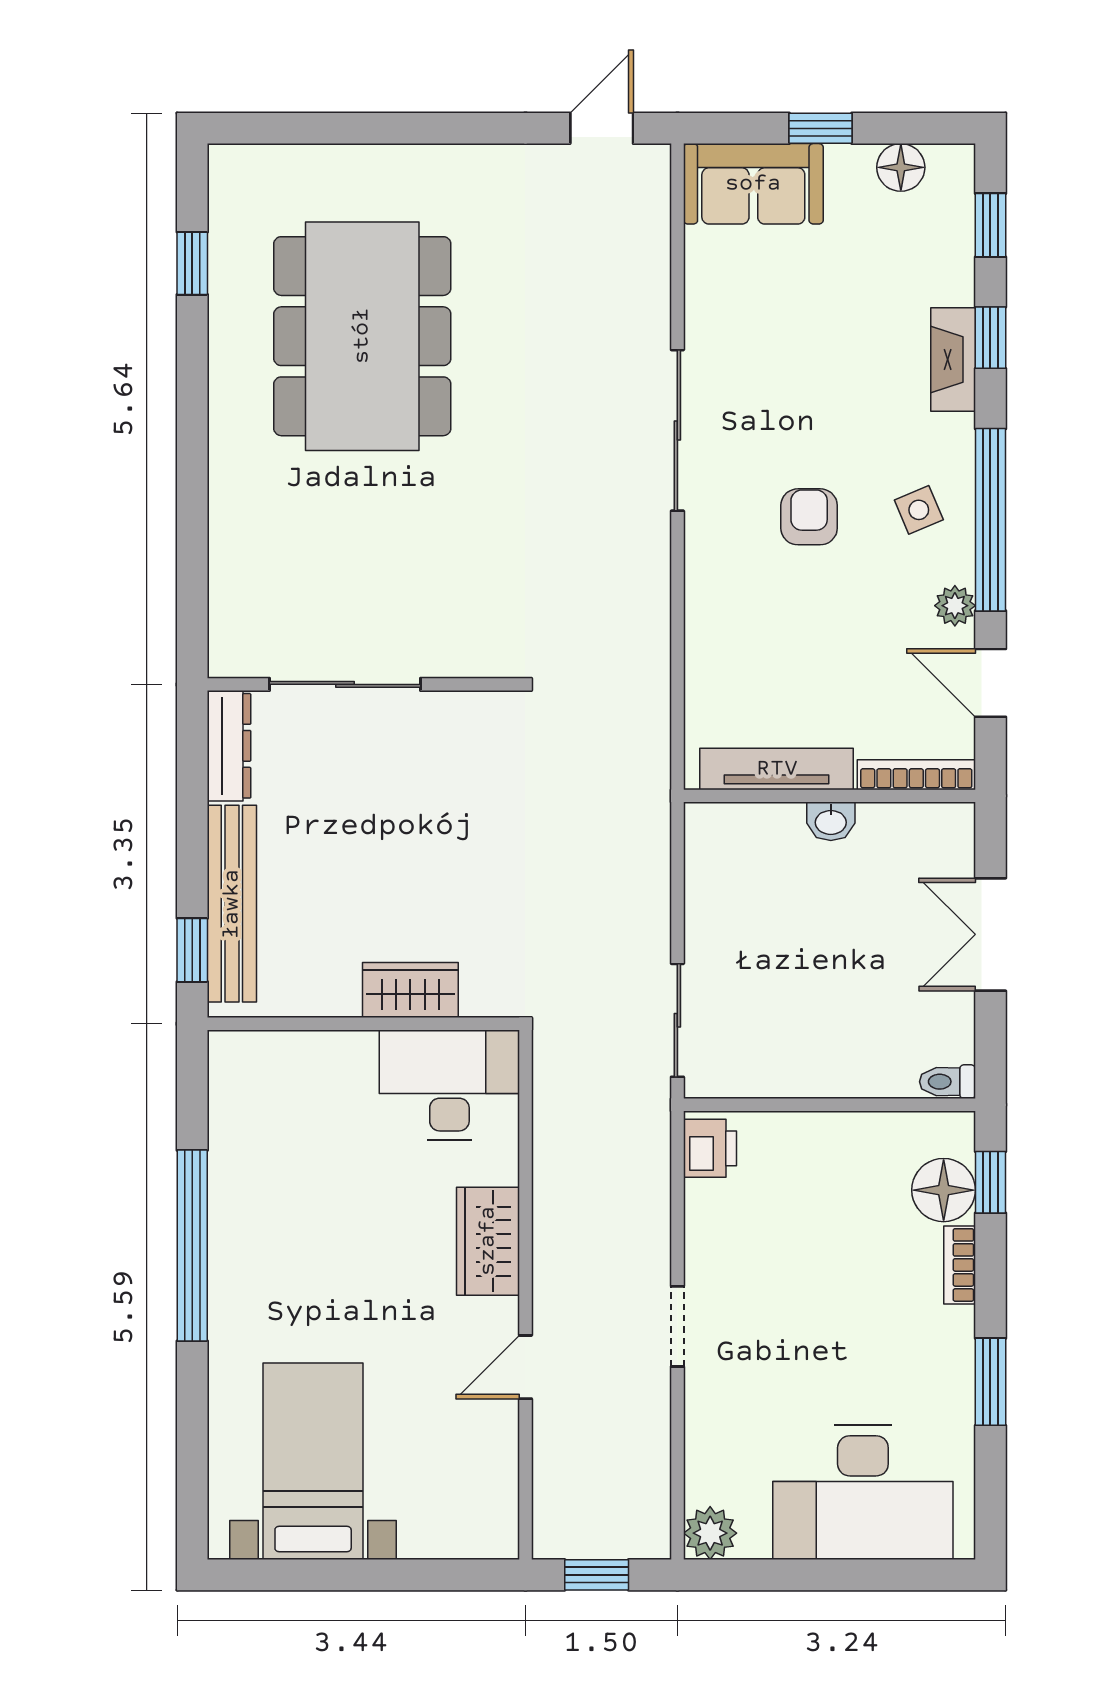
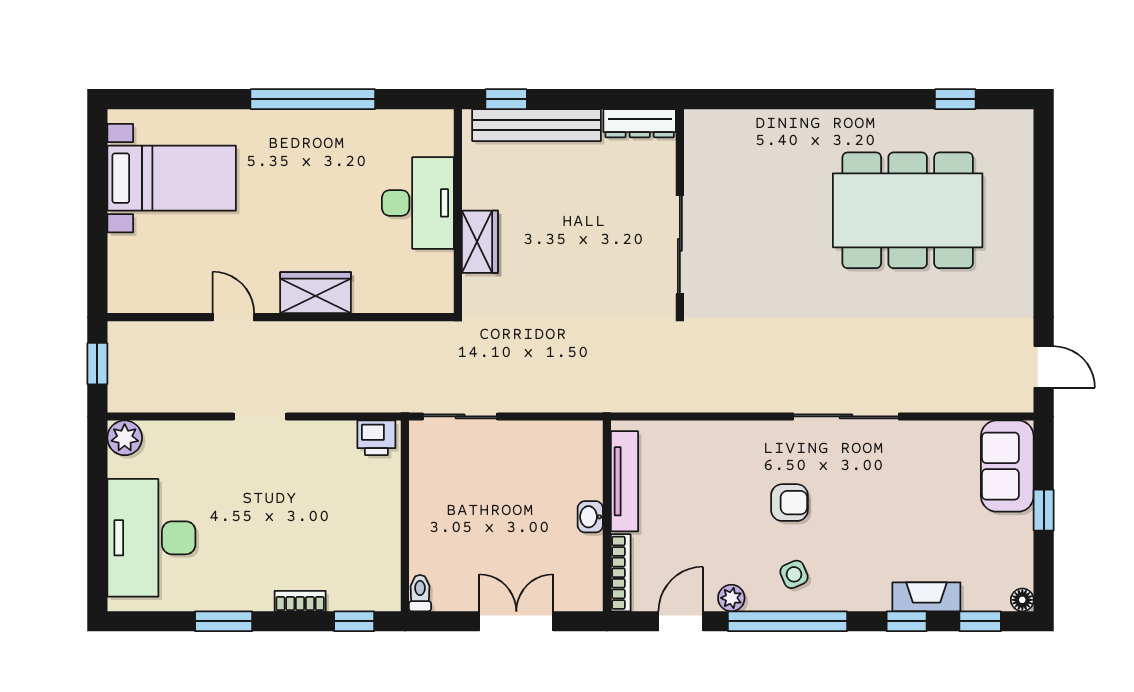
floor lamp: (901, 167) -> (1022, 600), moved, width x0.73, depth x0.73
fireplace: (953, 360) -> (926, 597), moved
sliding door: (345, 684) -> (680, 245), moved
desk: (449, 1085) -> (418, 203), moved
floor lamp: (944, 1190) -> (349, 591), removed

